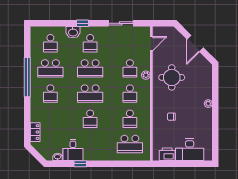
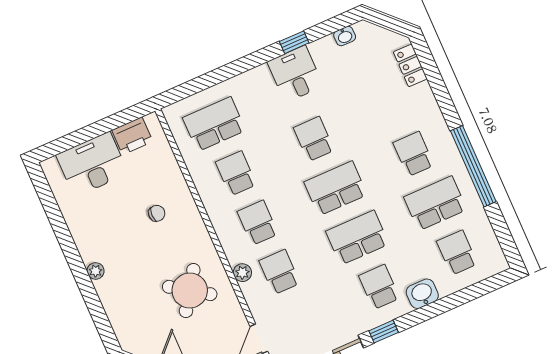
window: (83, 23) -> (384, 332), moved
round table: (172, 77) -> (190, 290), turned 34
desk: (73, 150) -> (295, 74), moved

